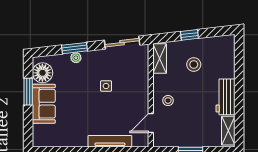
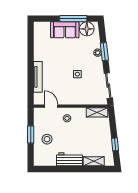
window: (189, 35) -> (115, 144), moved
stool: (194, 64) -> (47, 139), moved
window: (28, 92) -> (73, 19), width x1.44
shelving: (228, 131) -> (94, 161), moved

